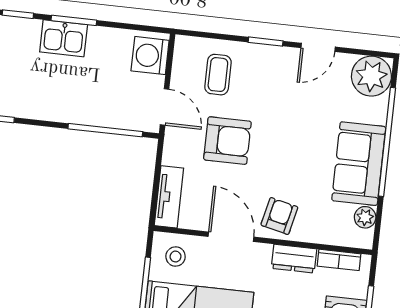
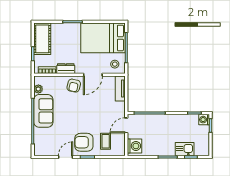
kitchen sink: (64, 38) -> (185, 149), moved
plant: (371, 76) -> (42, 148), removed
door: (165, 107) -> (126, 125), hinge flipped
armchair: (227, 141) -> (84, 142), moved
door: (231, 237) -> (93, 75), hinge flipped

